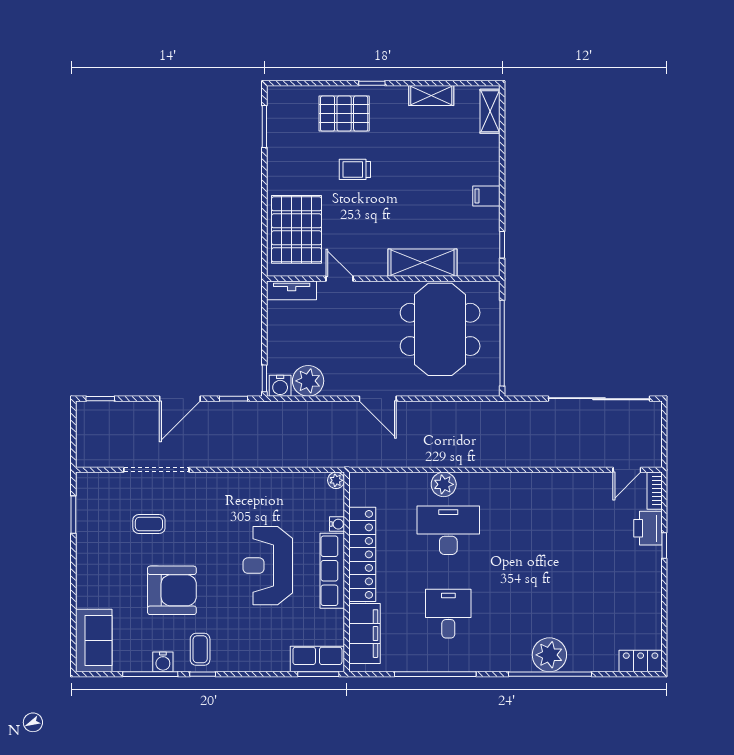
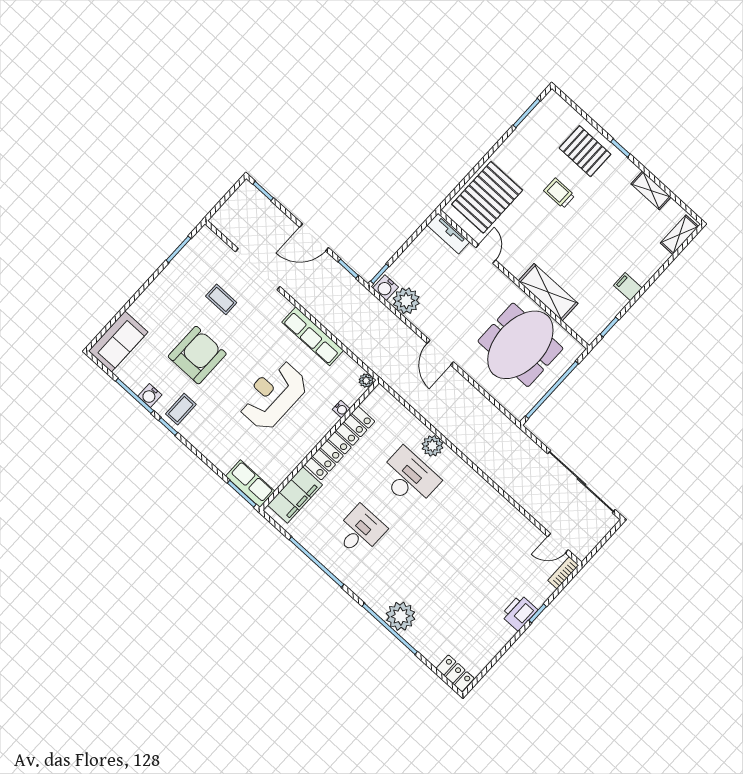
printer: (648, 528) -> (519, 613), moved
row of seats: (332, 571) -> (313, 336), moved, turned -90
armchair: (172, 590) -> (197, 355), turned -90

